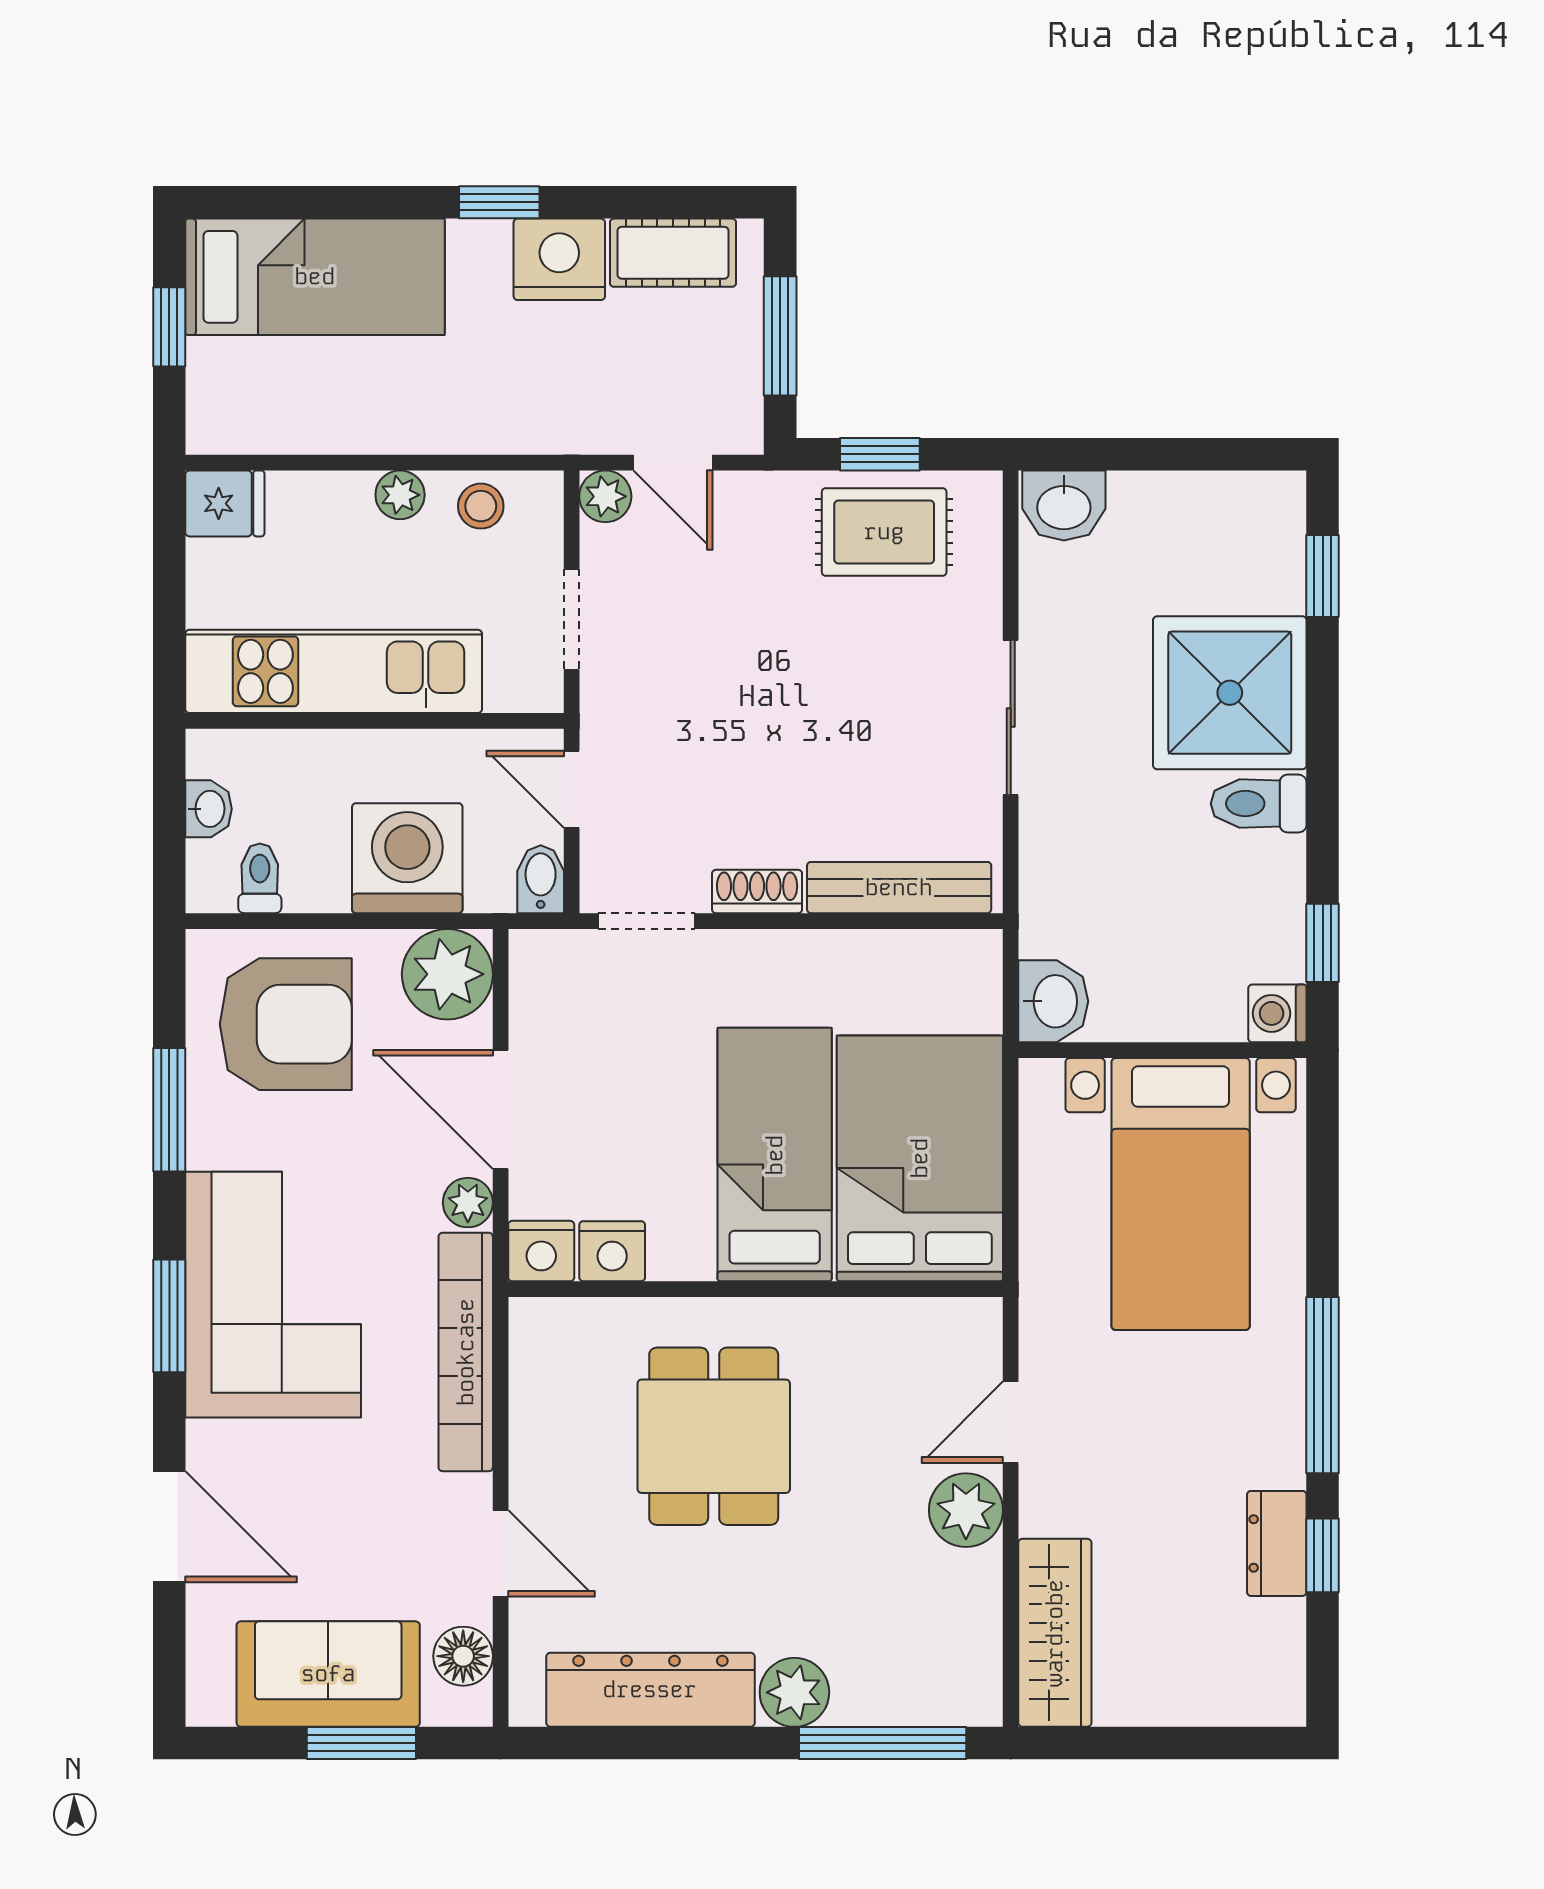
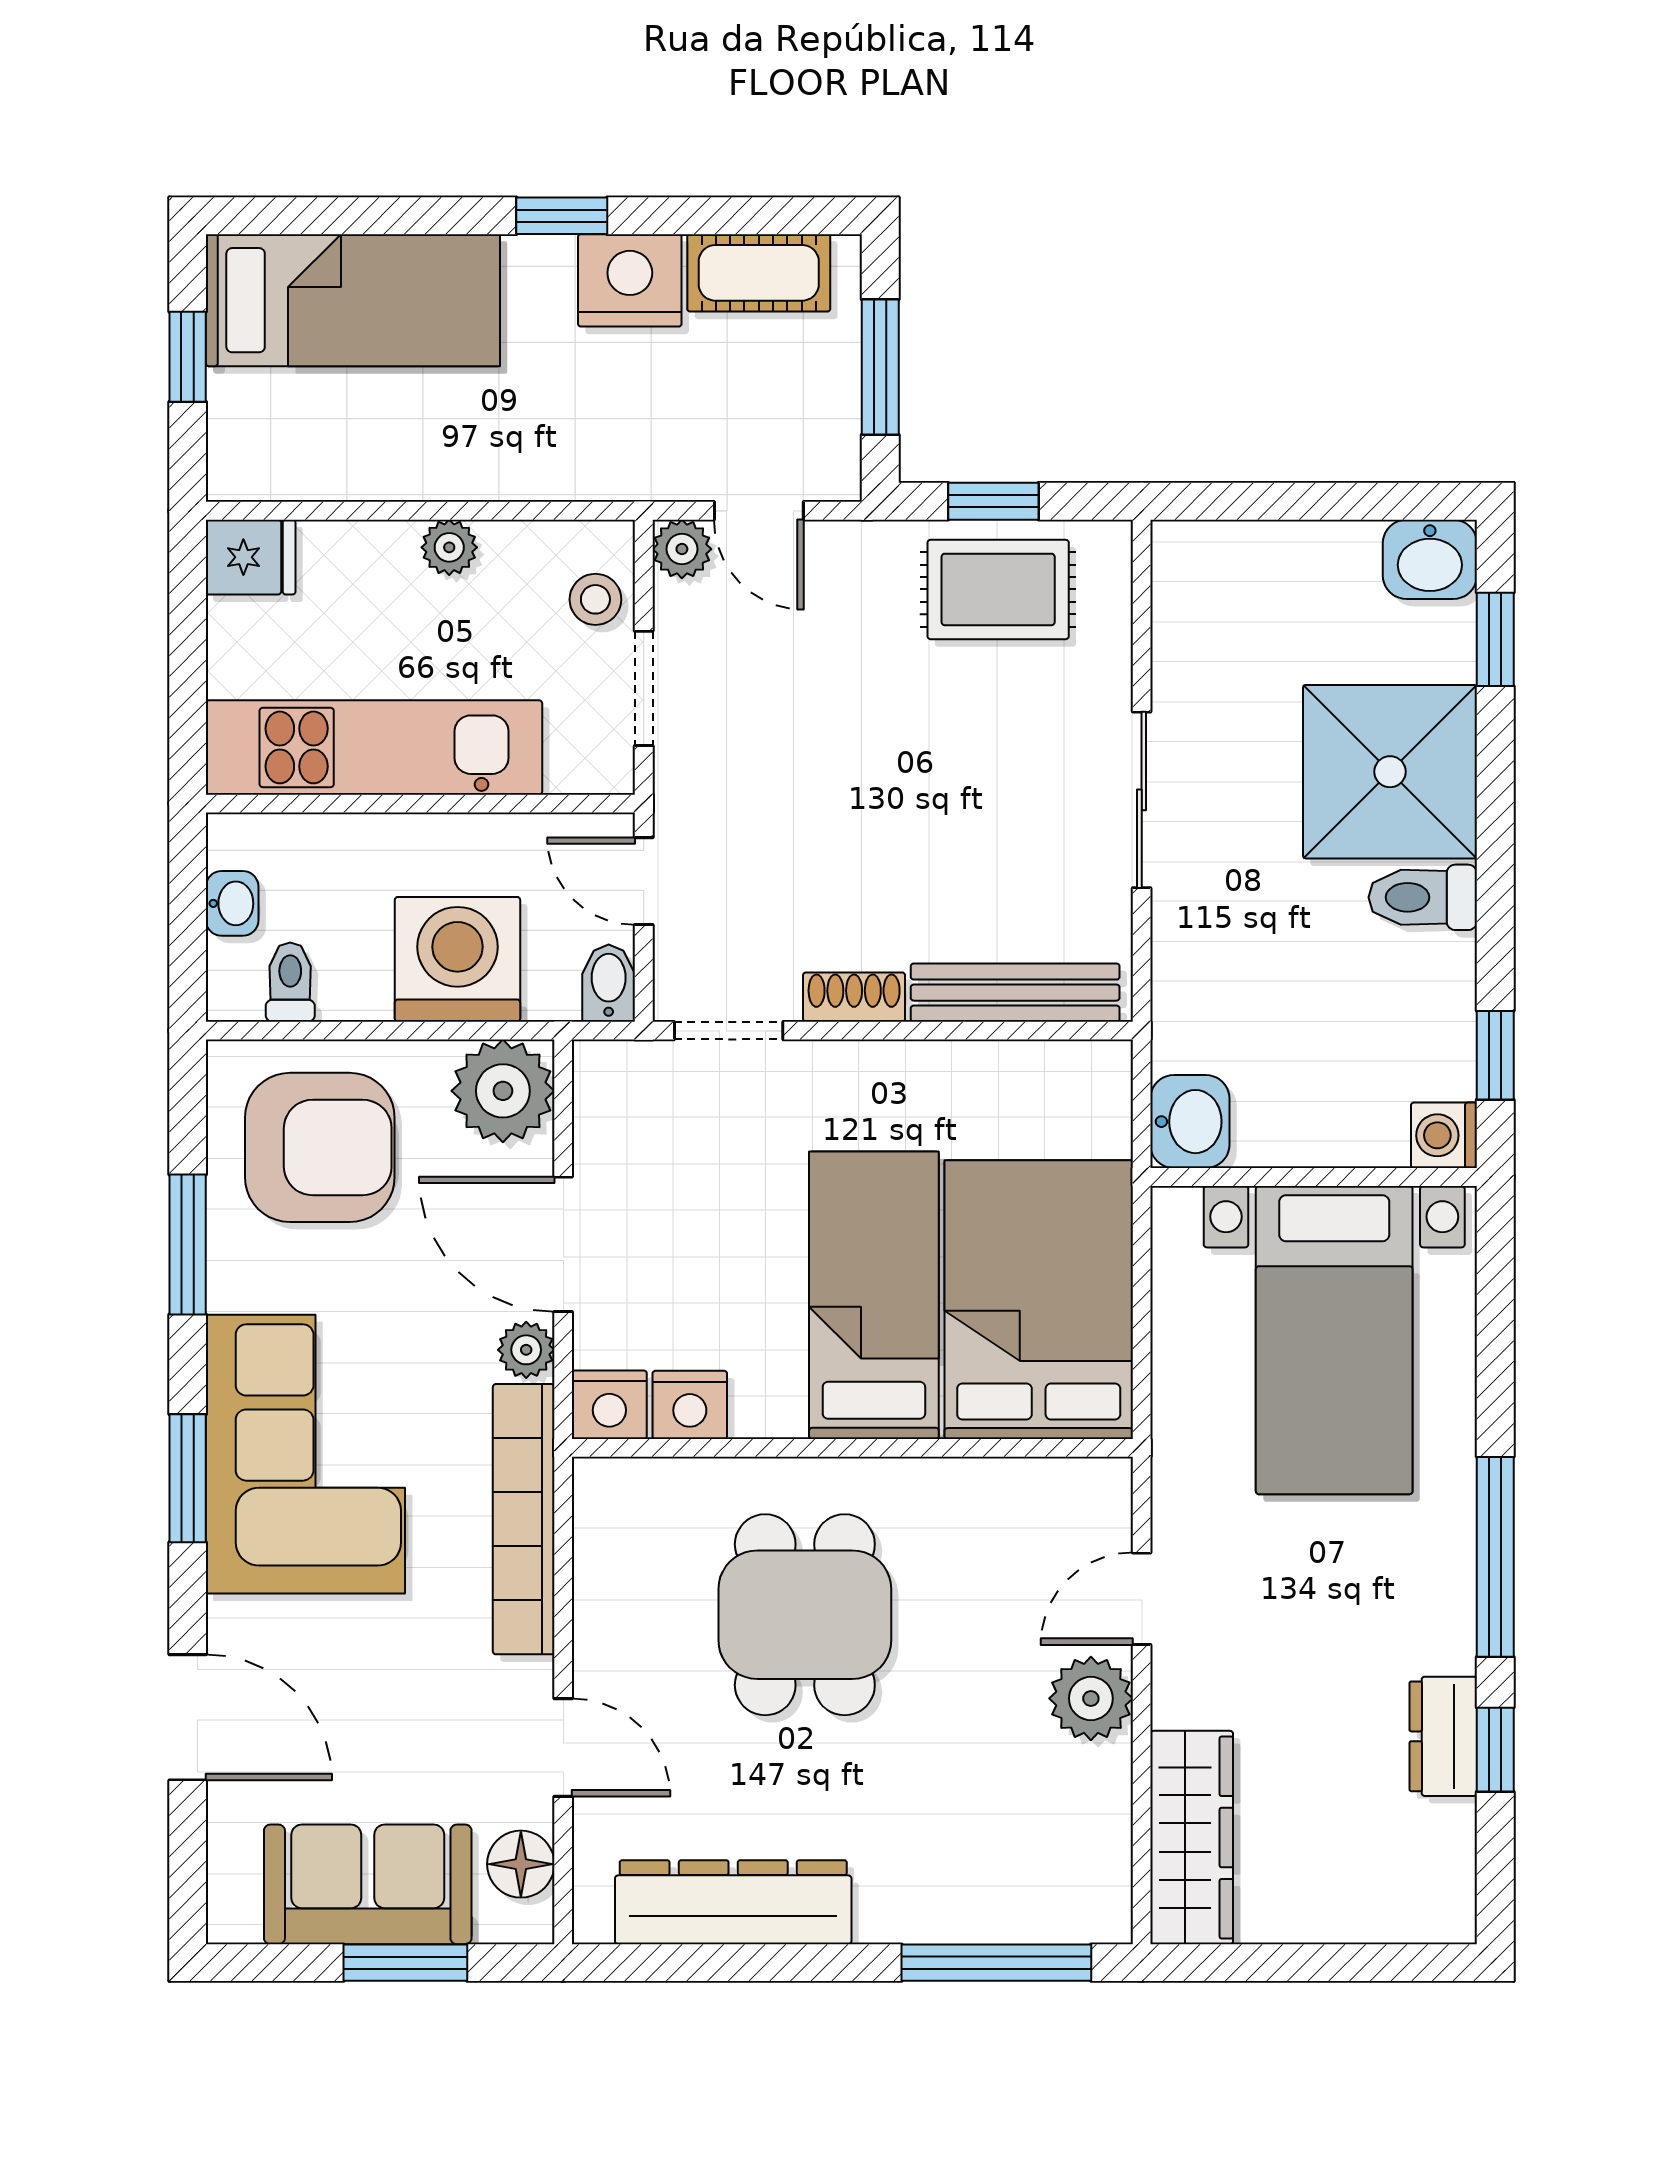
washbasin: (1064, 505) -> (1430, 559), moved
stool: (481, 506) -> (595, 599), moved
plant: (794, 1692) -> (896, 1905), removed

